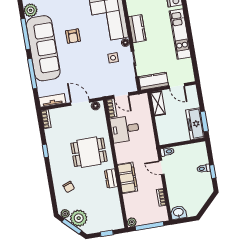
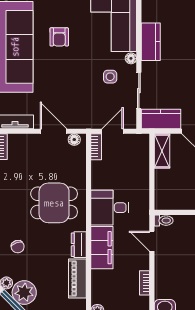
door: (121, 95) -> (113, 131), swing flipped
desk: (125, 129) -> (110, 208), moved
piano: (114, 202) -> (77, 278), added

